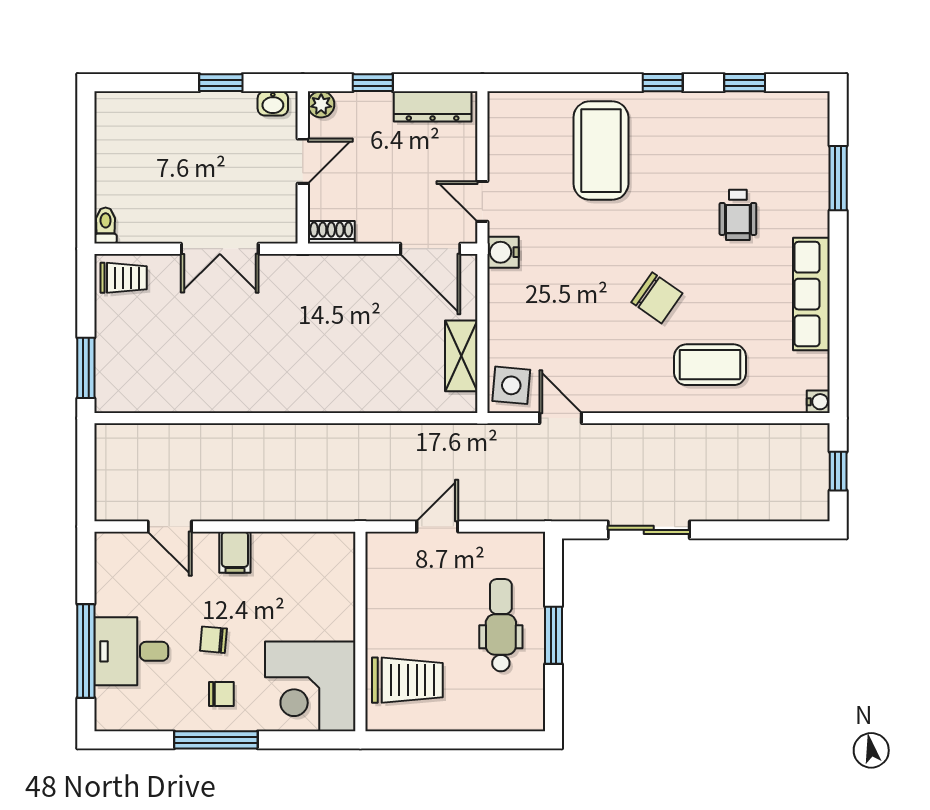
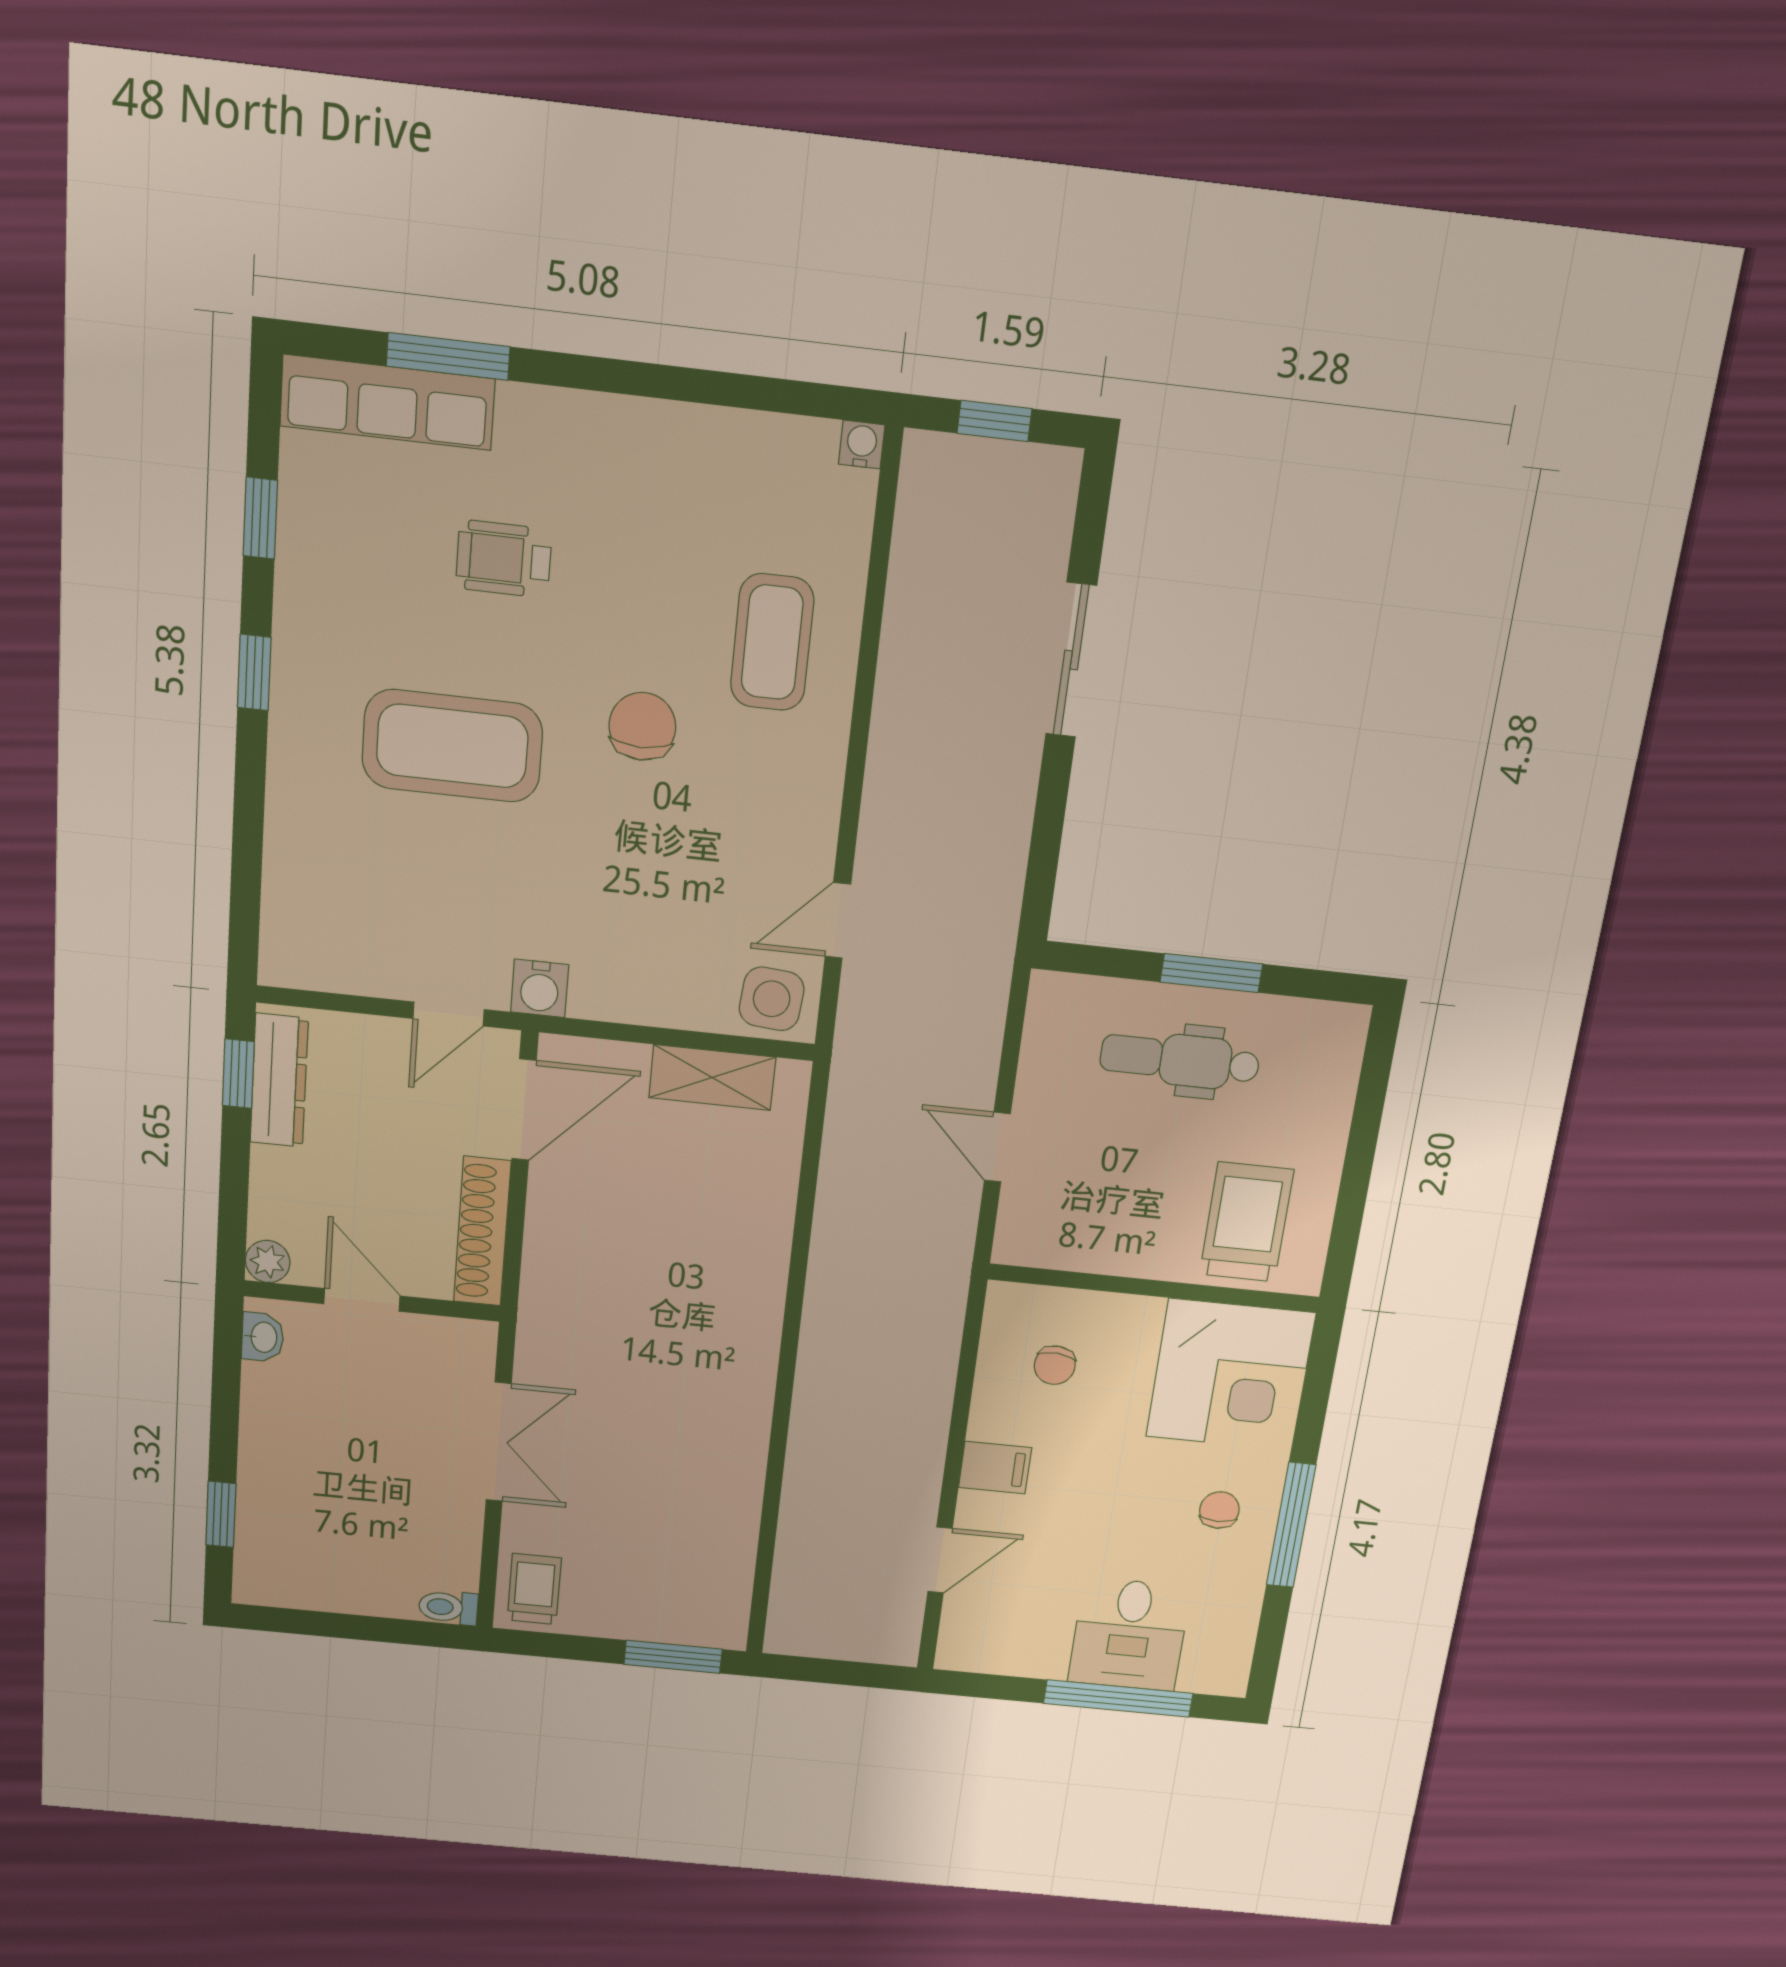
window: (221, 83) -> (221, 1514), moved
window: (373, 83) -> (238, 1074), moved
coffee table: (601, 151) -> (452, 746), moved
wheelchair: (738, 215) -> (504, 559), turned 180
shoe rack: (331, 232) -> (482, 1231), width x1.94, depth x1.24
row of seats: (811, 294) -> (387, 402), moved
chair: (657, 298) -> (642, 726), turned -35
sliding door: (649, 530) -> (1071, 660), moved
chair: (213, 640) -> (1055, 1365), moved

